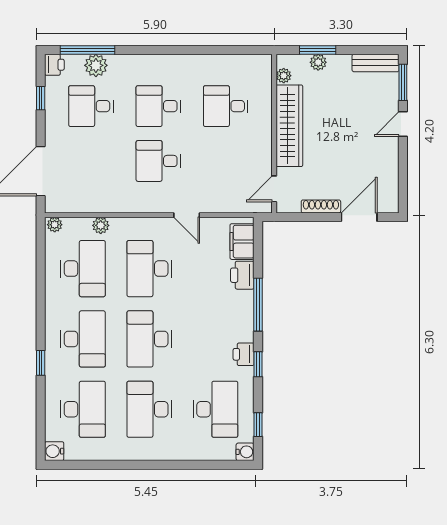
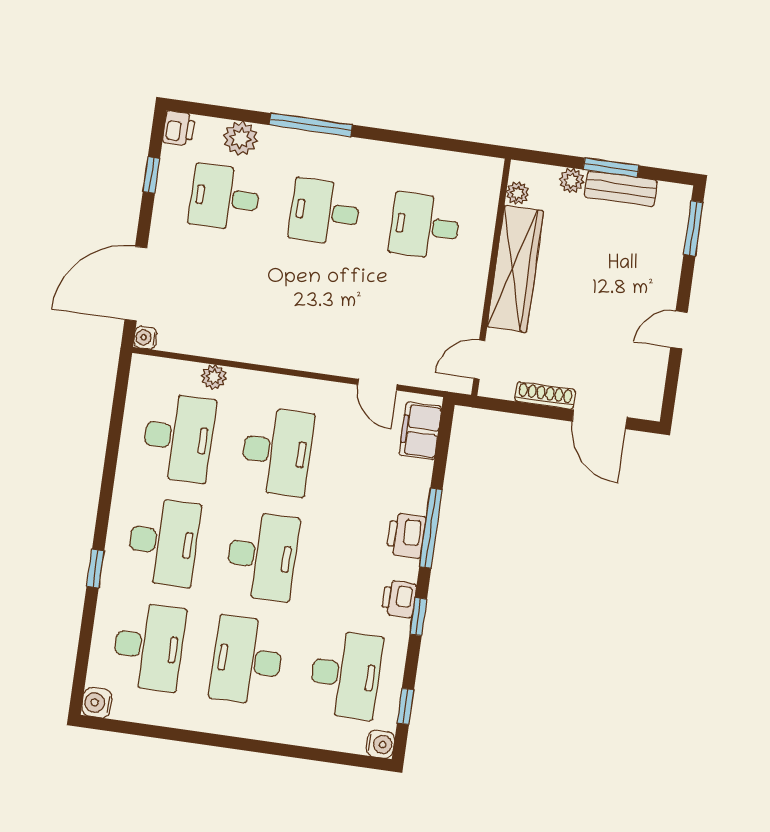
window: (87, 50) -> (311, 125), moved
window: (318, 50) -> (611, 168), moved
bench: (376, 63) -> (621, 189), moved
door: (403, 124) -> (679, 330), moved
desk: (158, 161) -> (313, 293), removed
water cooler: (52, 206) -> (145, 338), added
door: (187, 215) -> (377, 385), moved
door: (359, 217) -> (600, 419), swing flipped
plant: (55, 225) -> (146, 366), removed
desk: (149, 269) -> (277, 451), turned 180
printer: (242, 275) -> (406, 535), moved
desk: (149, 339) -> (262, 556), turned 180

